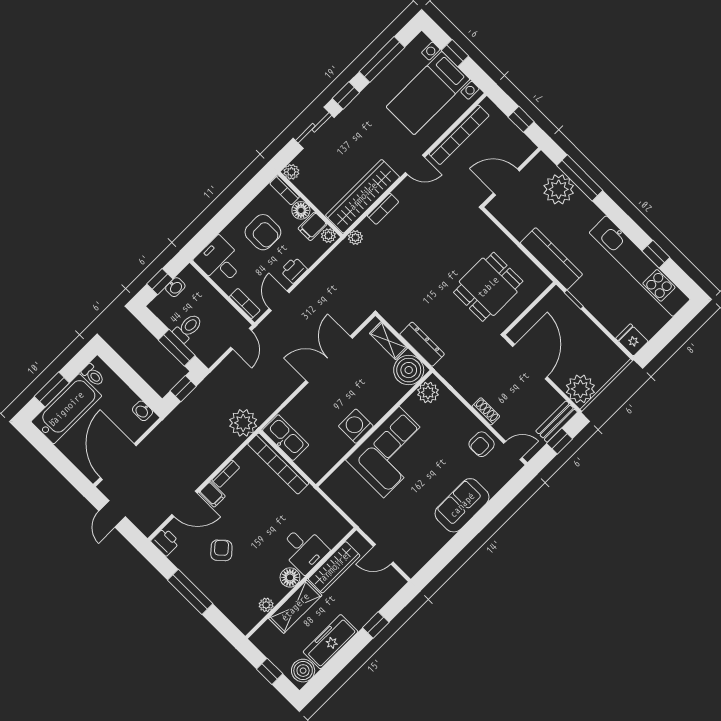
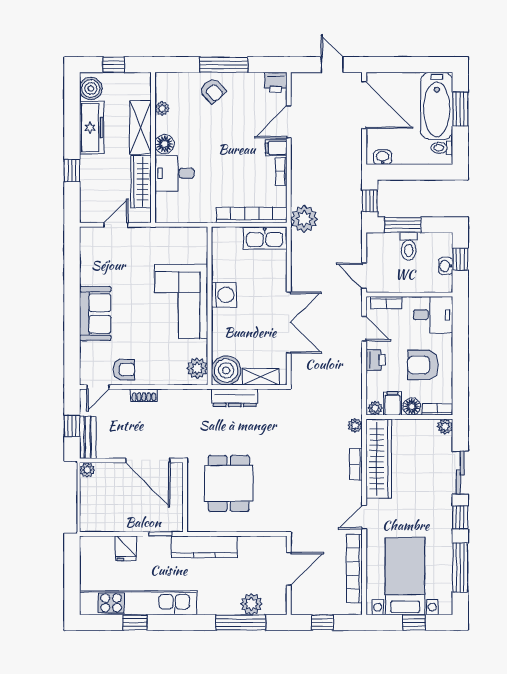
plant: (559, 189) -> (251, 604), width x0.73, depth x0.73
fridge: (632, 340) -> (126, 548), moved, turned 90
plant: (580, 389) -> (87, 470), width x0.53, depth x0.53
armchair: (482, 444) -> (124, 370), turned 90
armchair: (221, 550) -> (213, 91), moved

